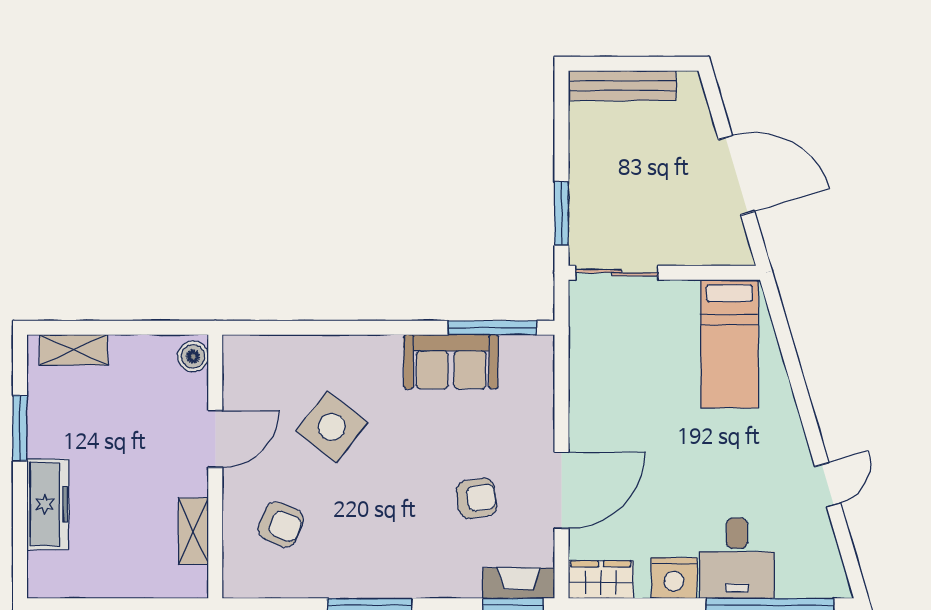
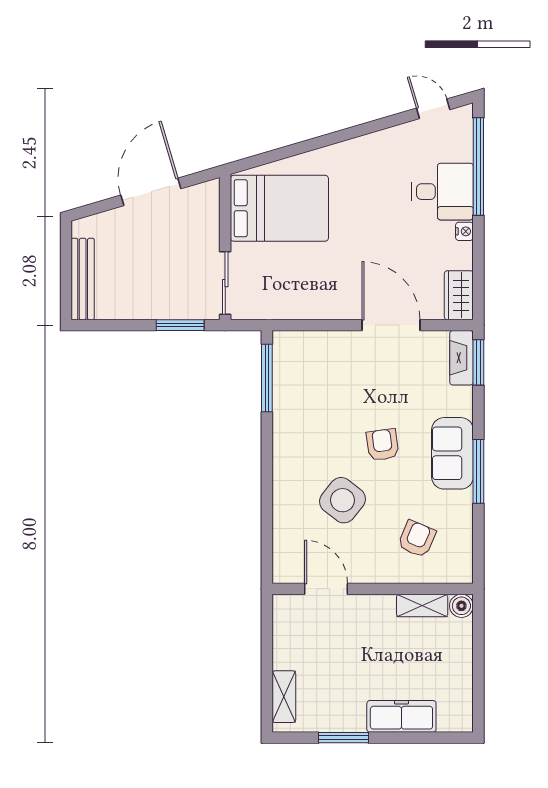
bed: (729, 344) -> (279, 208), width x1.50
boiler: (193, 356) -> (461, 606), moved
sofa: (451, 362) -> (452, 453), moved, turned 180
door: (215, 439) -> (326, 589), moved
door: (828, 485) -> (433, 109), moved
armchair: (477, 498) -> (383, 445), moved
nightstand: (674, 578) -> (464, 231), width x0.53, depth x0.56

